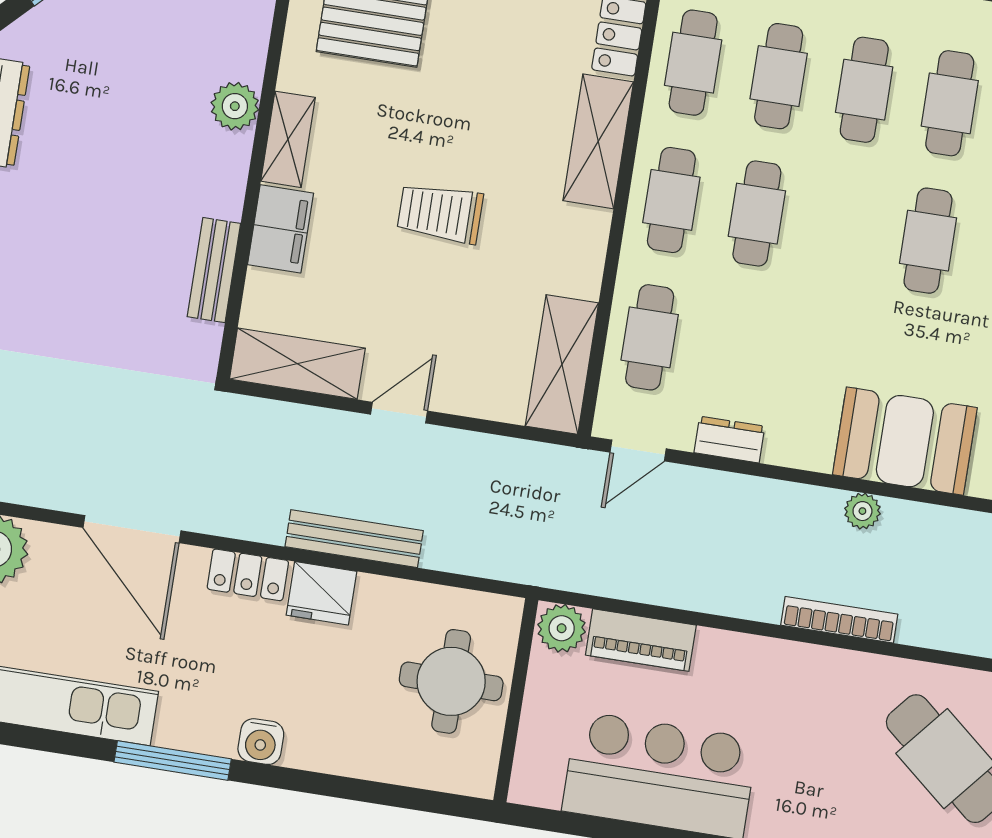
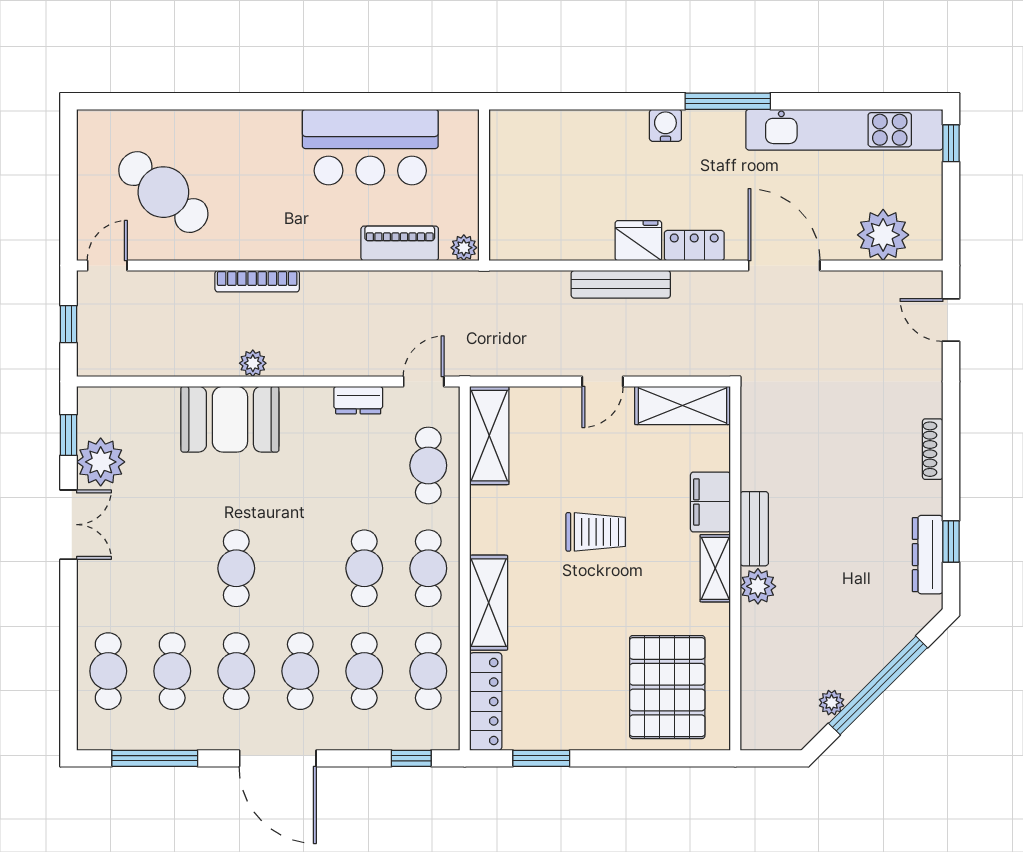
bench: (214, 270) -> (754, 529), moved
plant: (562, 628) -> (464, 248), width x0.73, depth x0.73
round table: (451, 681) -> (533, 191), removed

